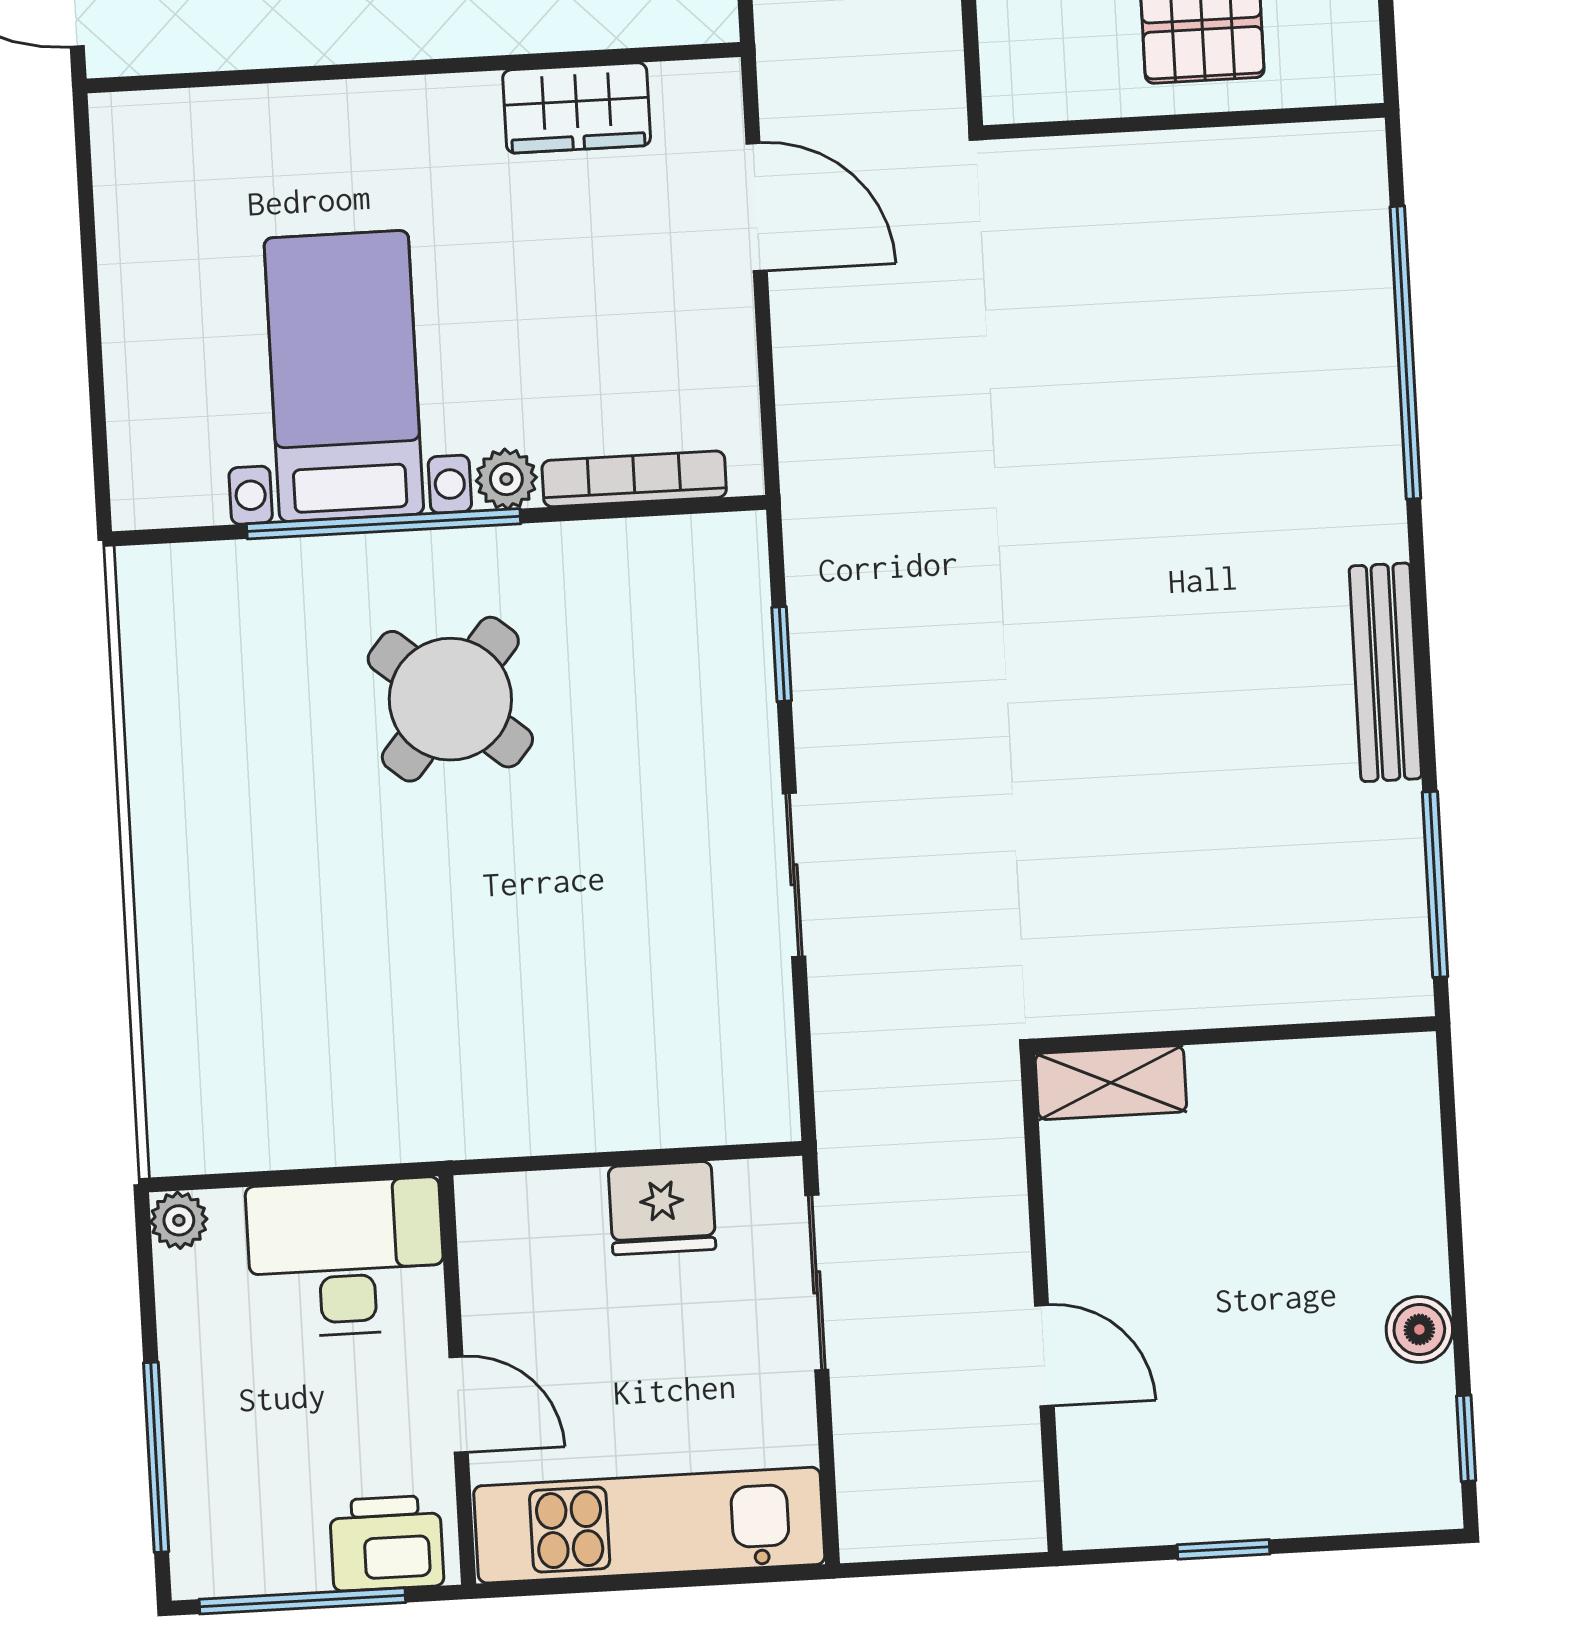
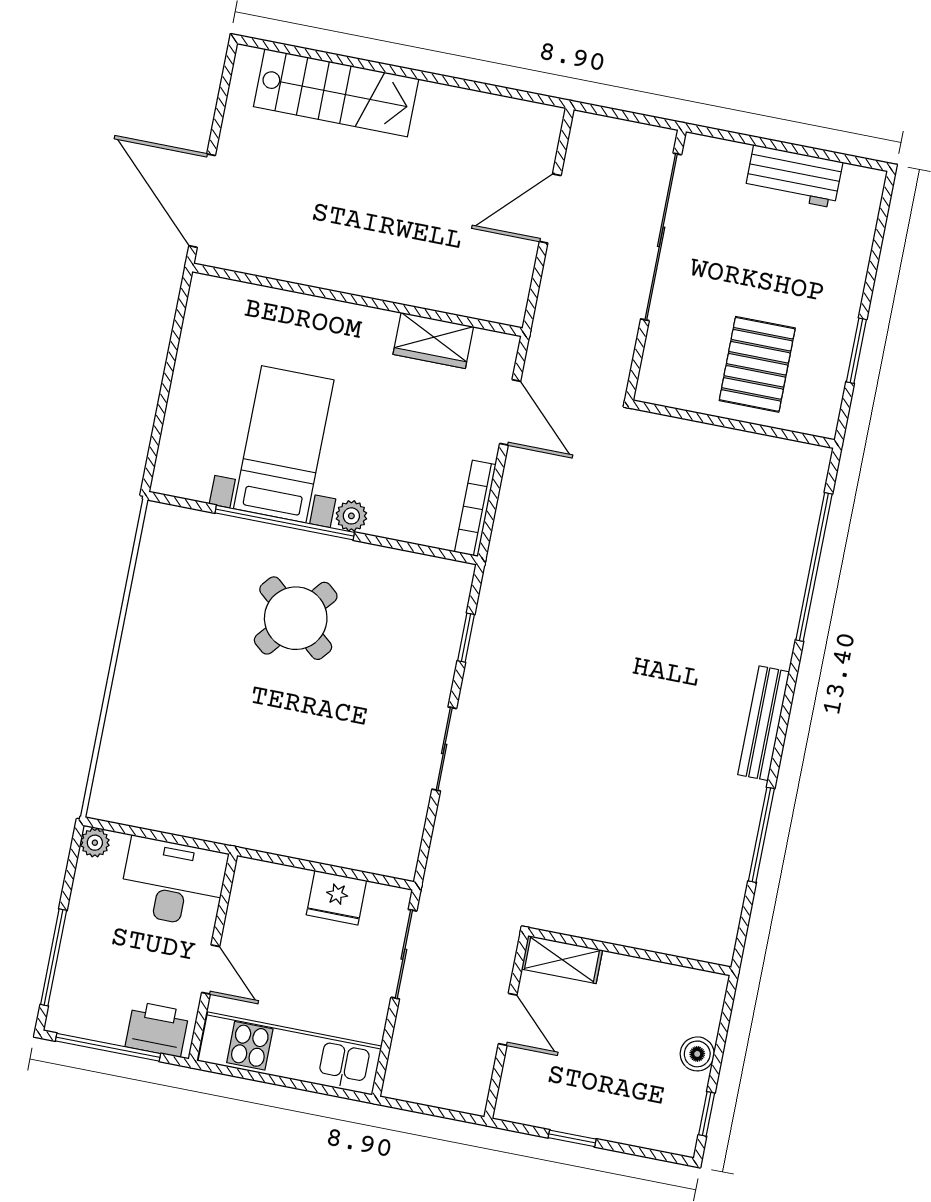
bookcase: (634, 479) -> (475, 508), moved, turned -90
wall: (1235, 1035) -> (630, 952), moved
shelving: (1111, 1083) -> (562, 960), moved

